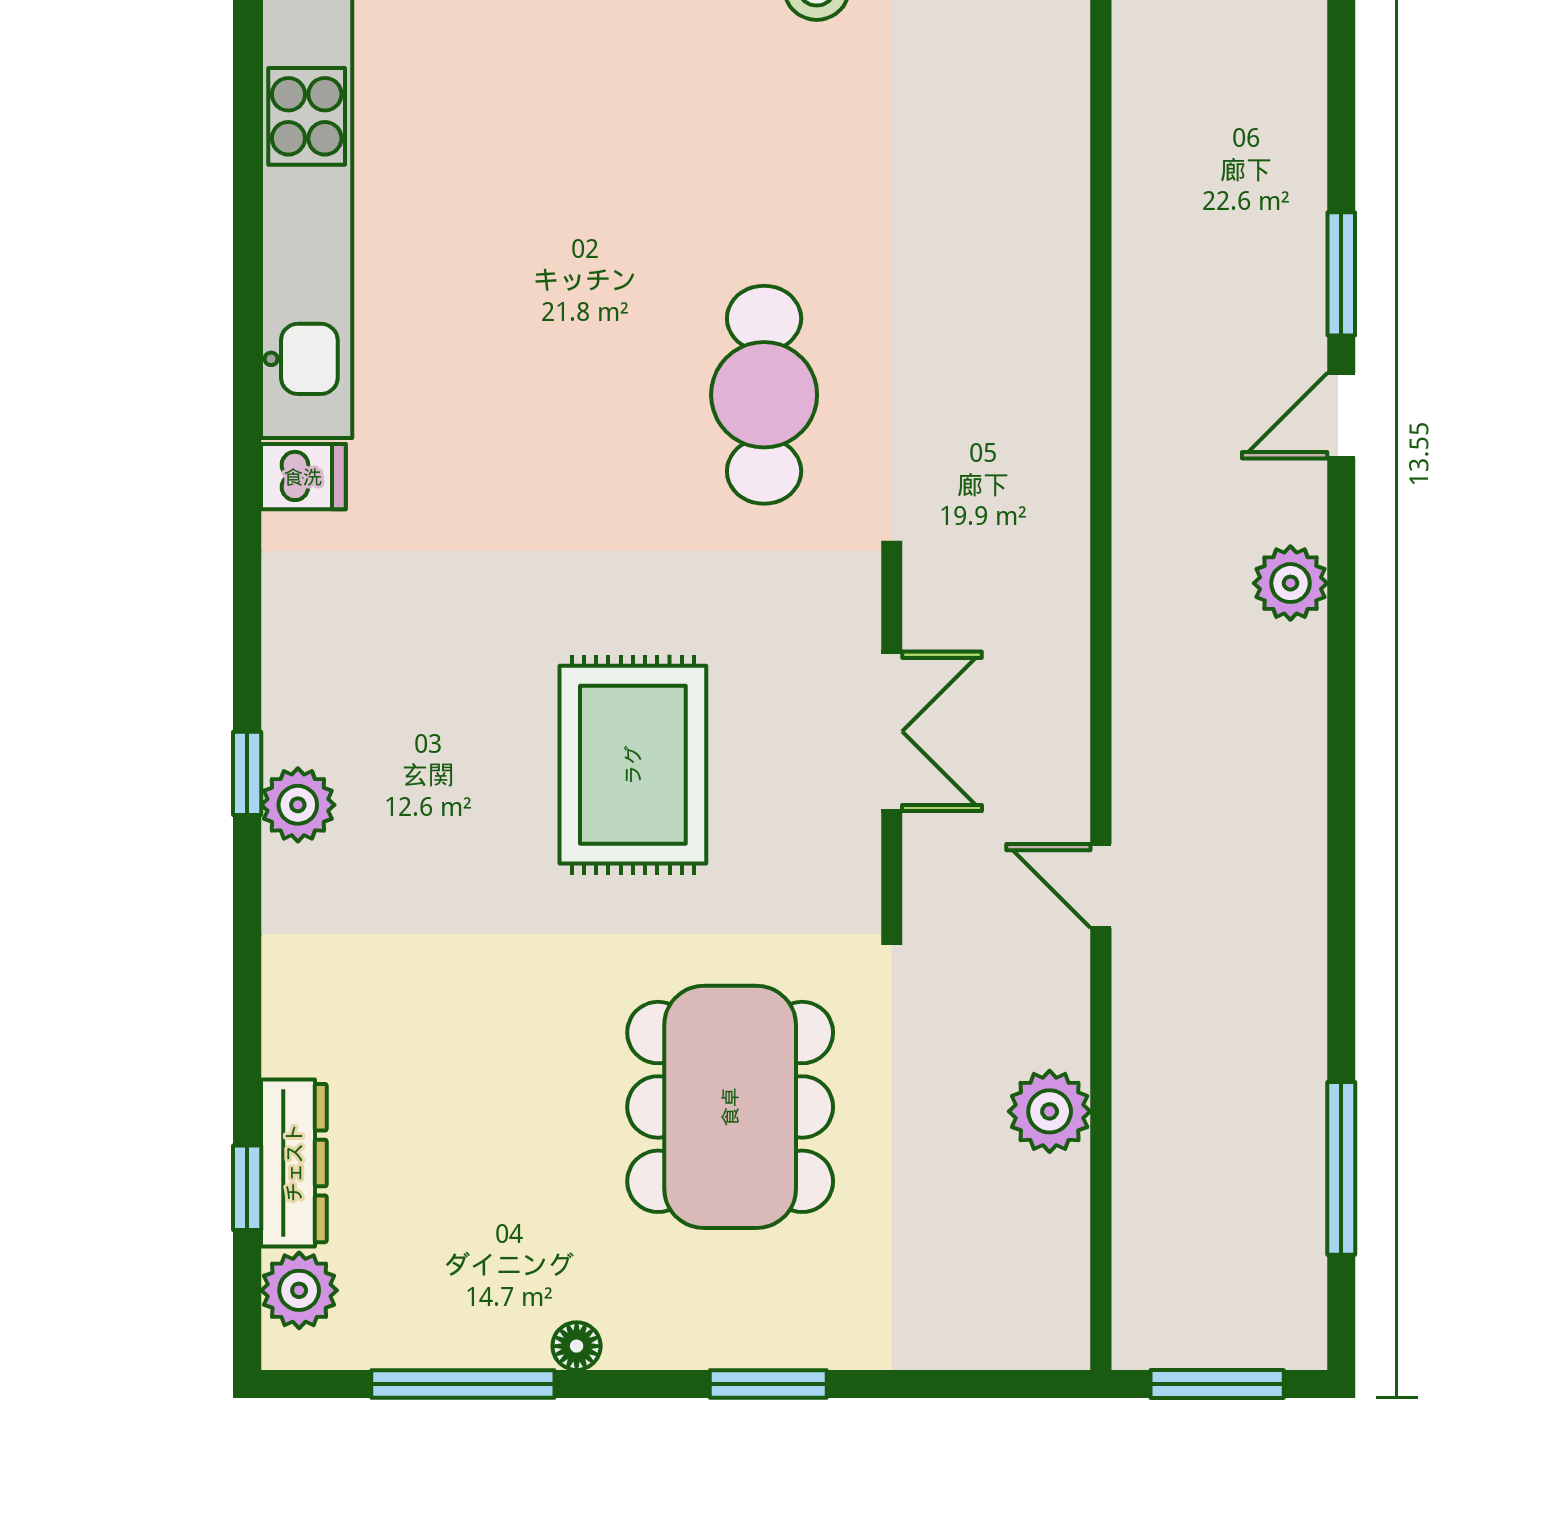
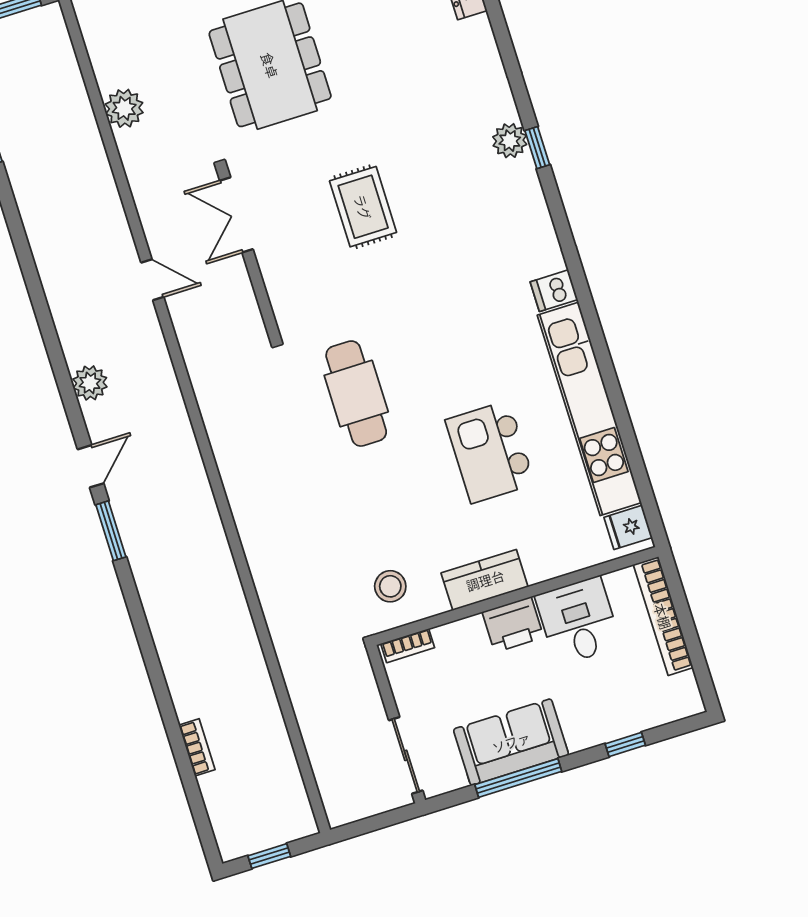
kitchen island: (533, 194) -> (490, 452), added
double door: (892, 731) -> (236, 215), moved
rug: (633, 765) -> (363, 207), width x0.73, depth x0.70
door: (1101, 886) -> (152, 280), moved

